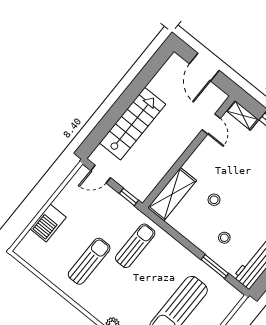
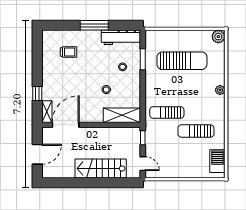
door: (211, 124) -> (66, 125), width x1.87
barbecue: (48, 223) -> (217, 161), moved, turned -90

